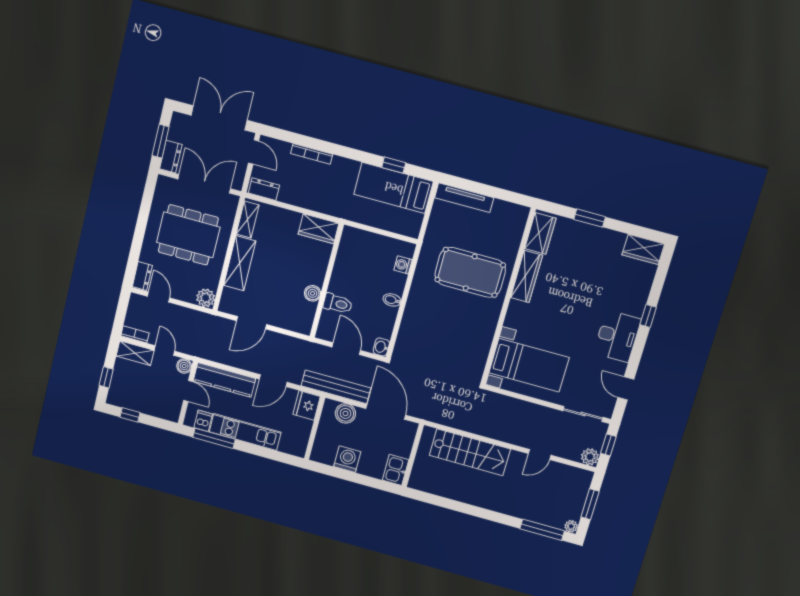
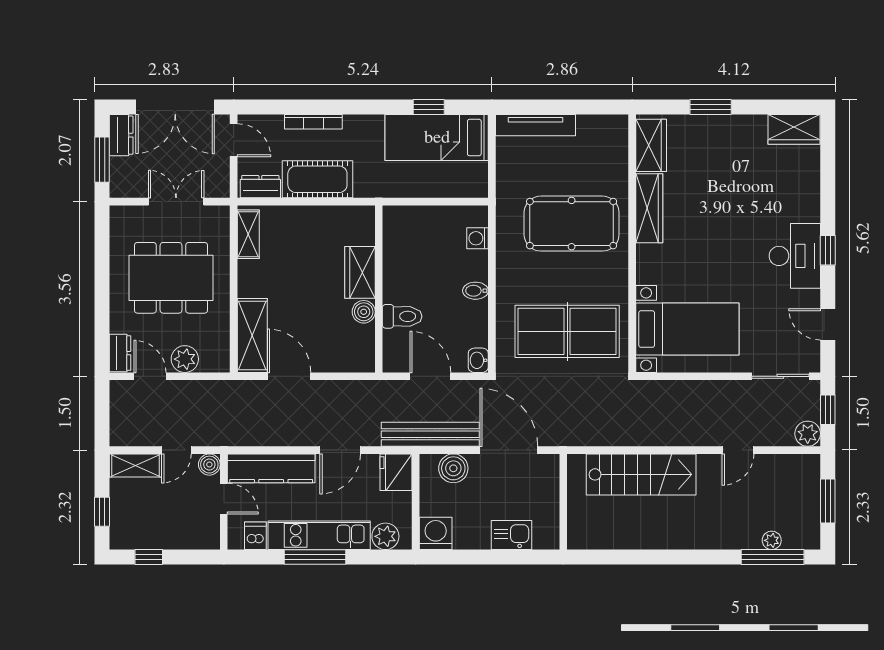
double door: (219, 118) -> (175, 107), swing flipped
dresser: (171, 157) -> (121, 135), moved
double door: (204, 184) -> (176, 202), width x0.73
cot: (304, 195) -> (317, 179), added
wardrobe: (319, 229) -> (360, 272), moved, turned 90
shelving: (240, 263) -> (252, 335), moved
plant: (206, 298) -> (185, 359), moved
window: (648, 316) -> (828, 250), moved
door: (252, 323) -> (289, 376), swing flipped
bookcase: (135, 334) -> (129, 439), removed
table tennis table: (447, 344) -> (567, 331), added
door: (165, 351) -> (176, 450), swing flipped
window: (214, 438) -> (315, 557), moved
plant: (289, 445) -> (385, 536), added
washing machine: (347, 459) -> (436, 533), moved
kitchen sink: (396, 470) -> (512, 535), moved, turned 90
plant: (571, 526) -> (772, 540), moved

